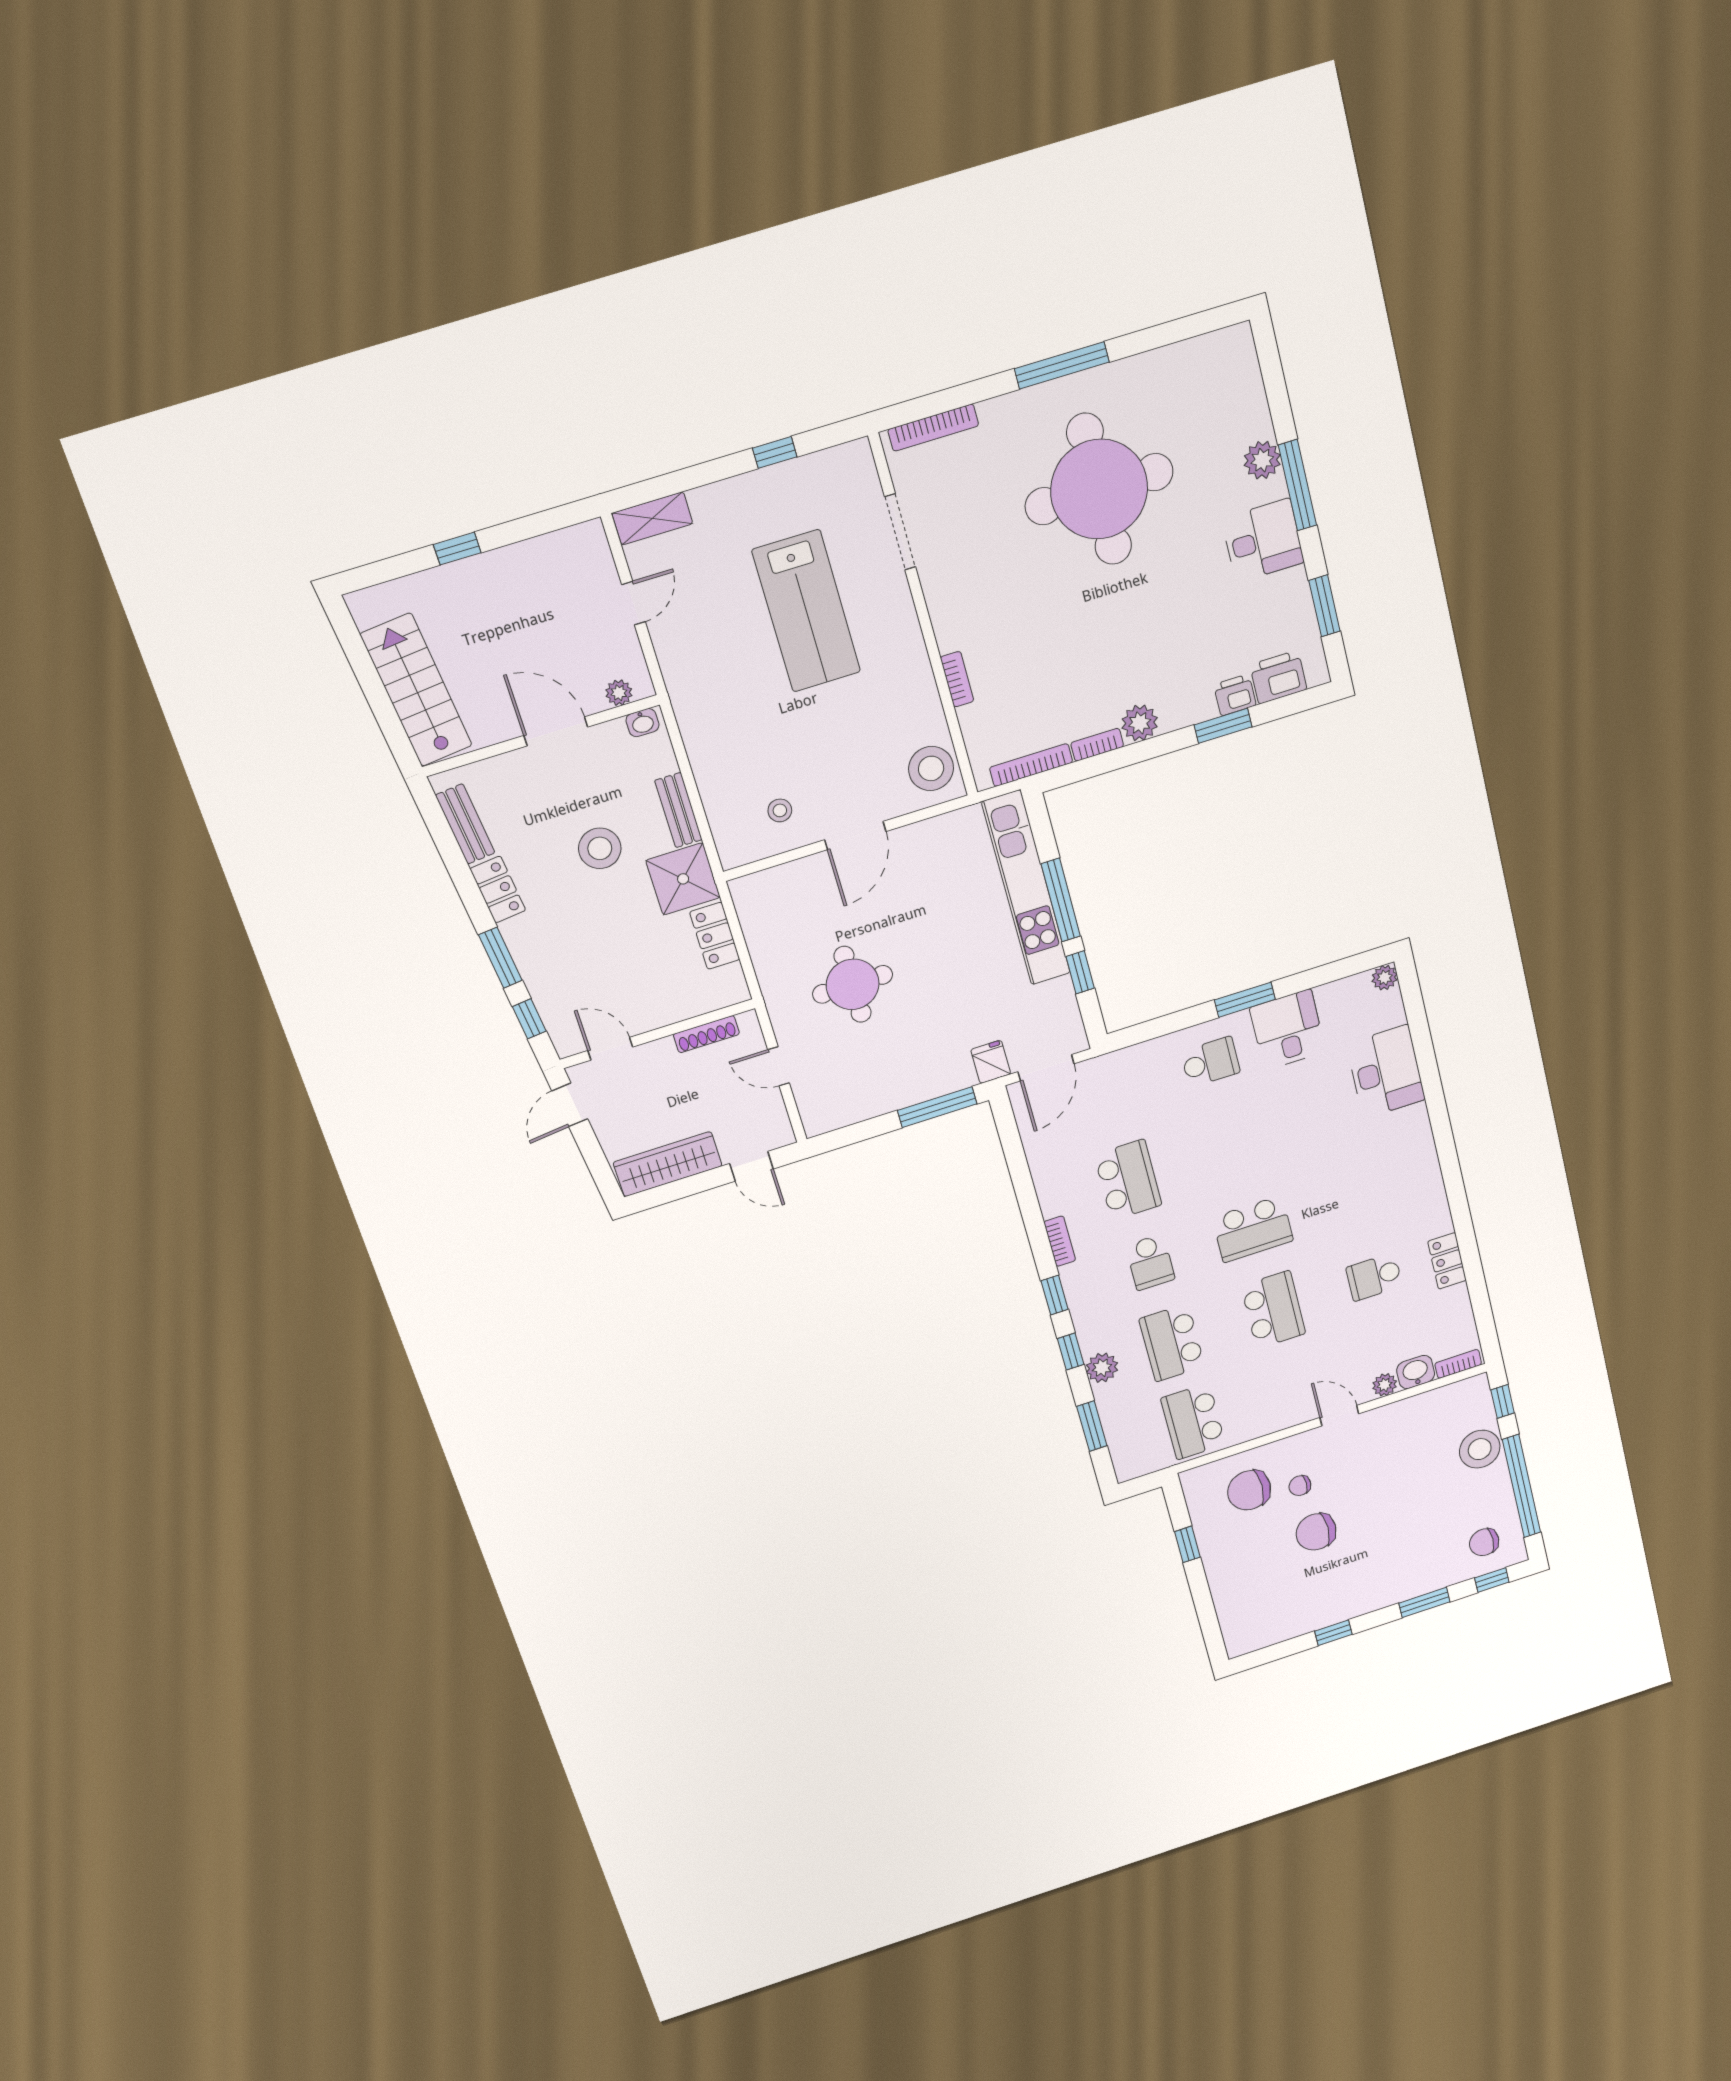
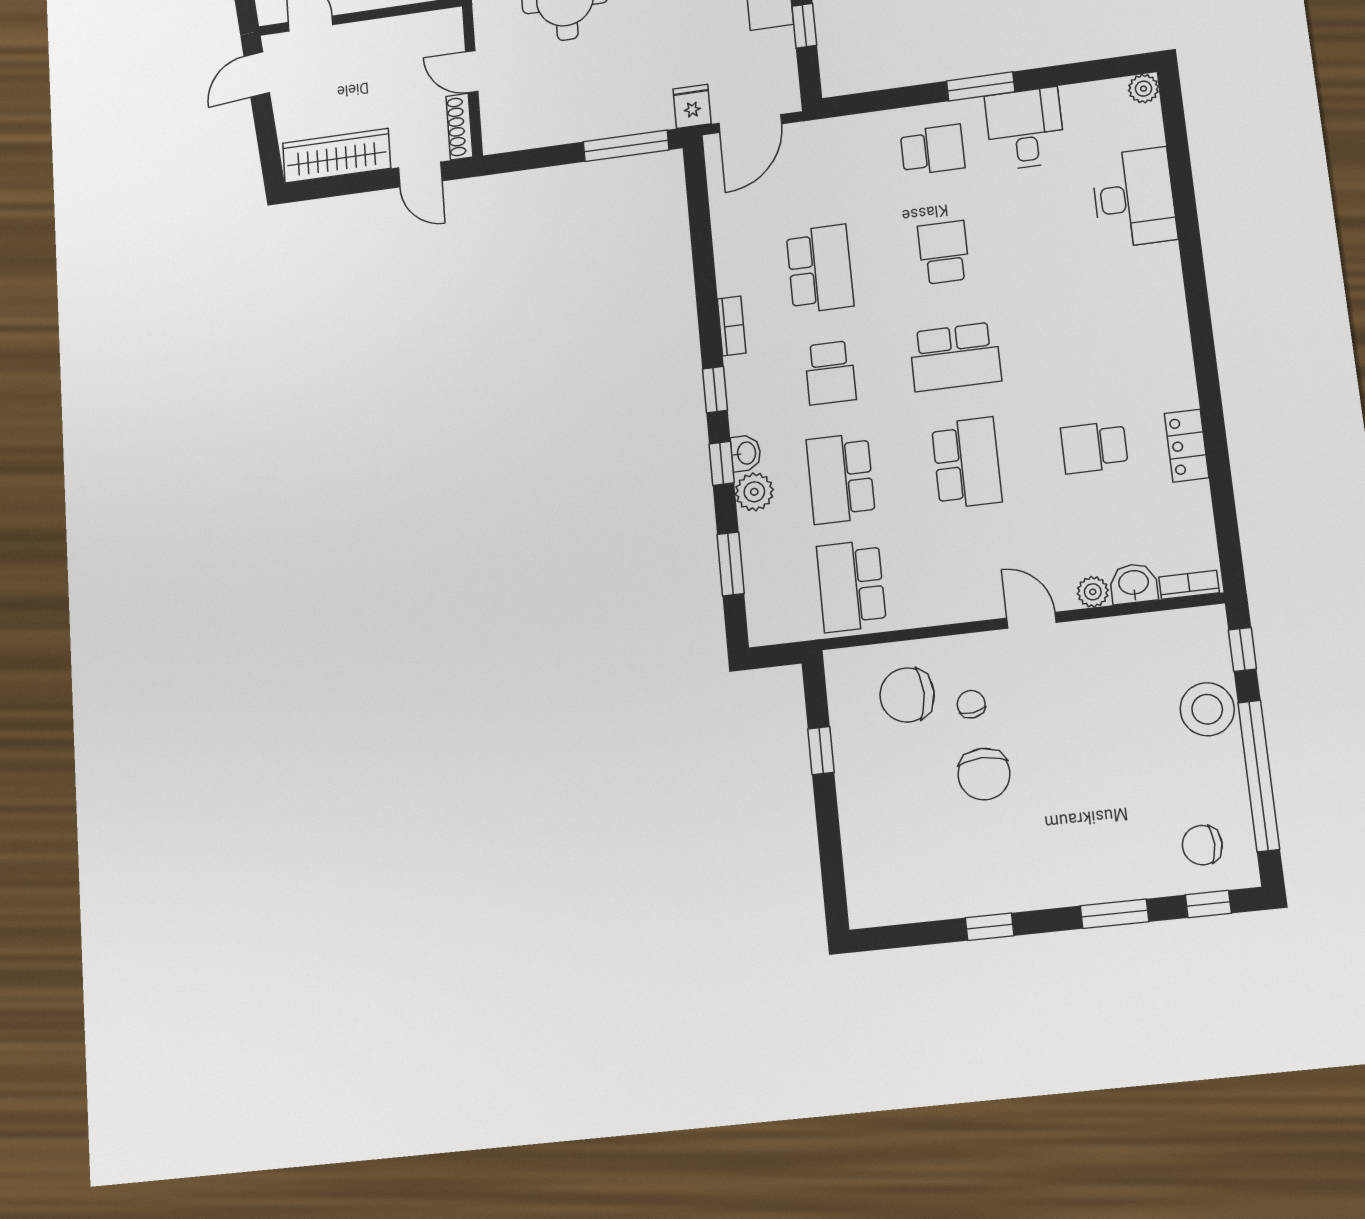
shoe rack: (706, 1034) -> (459, 127), moved, turned 90
school desk: (1232, 1146) -> (944, 252), added
washbasin: (1090, 1340) -> (746, 453), added
chair: (1300, 1486) -> (971, 704), turned 82
chair: (1316, 1532) -> (984, 774), turned -90

